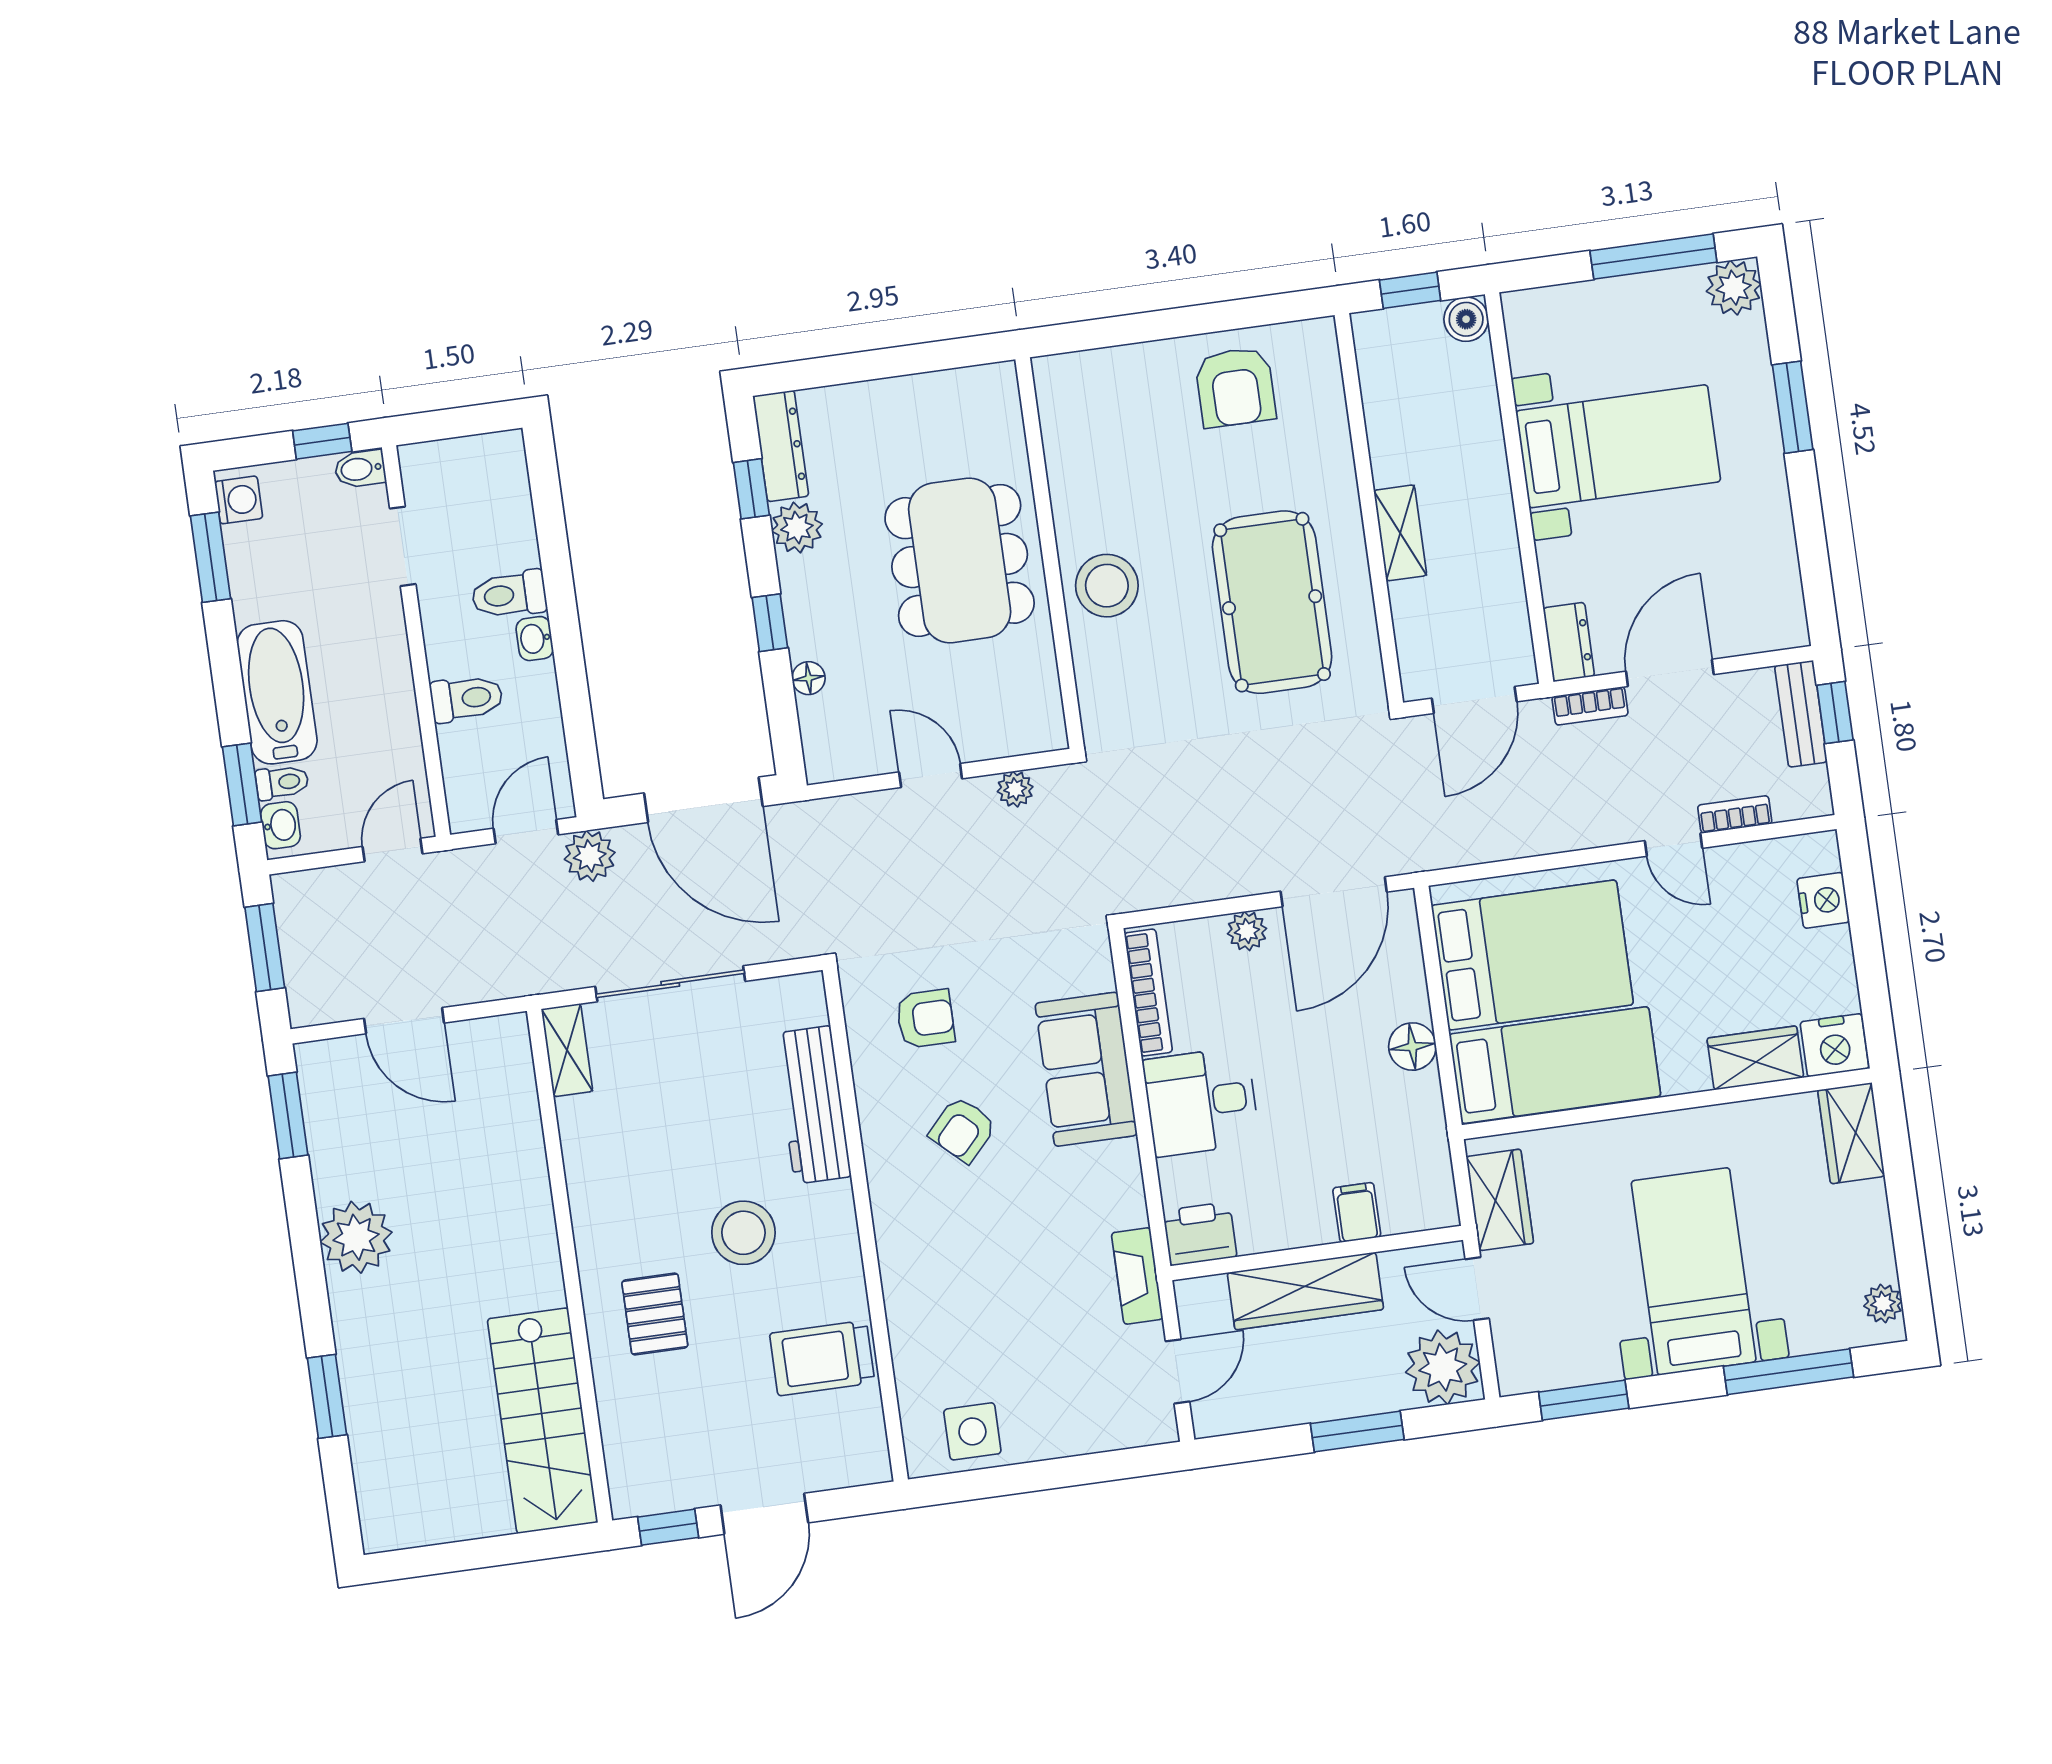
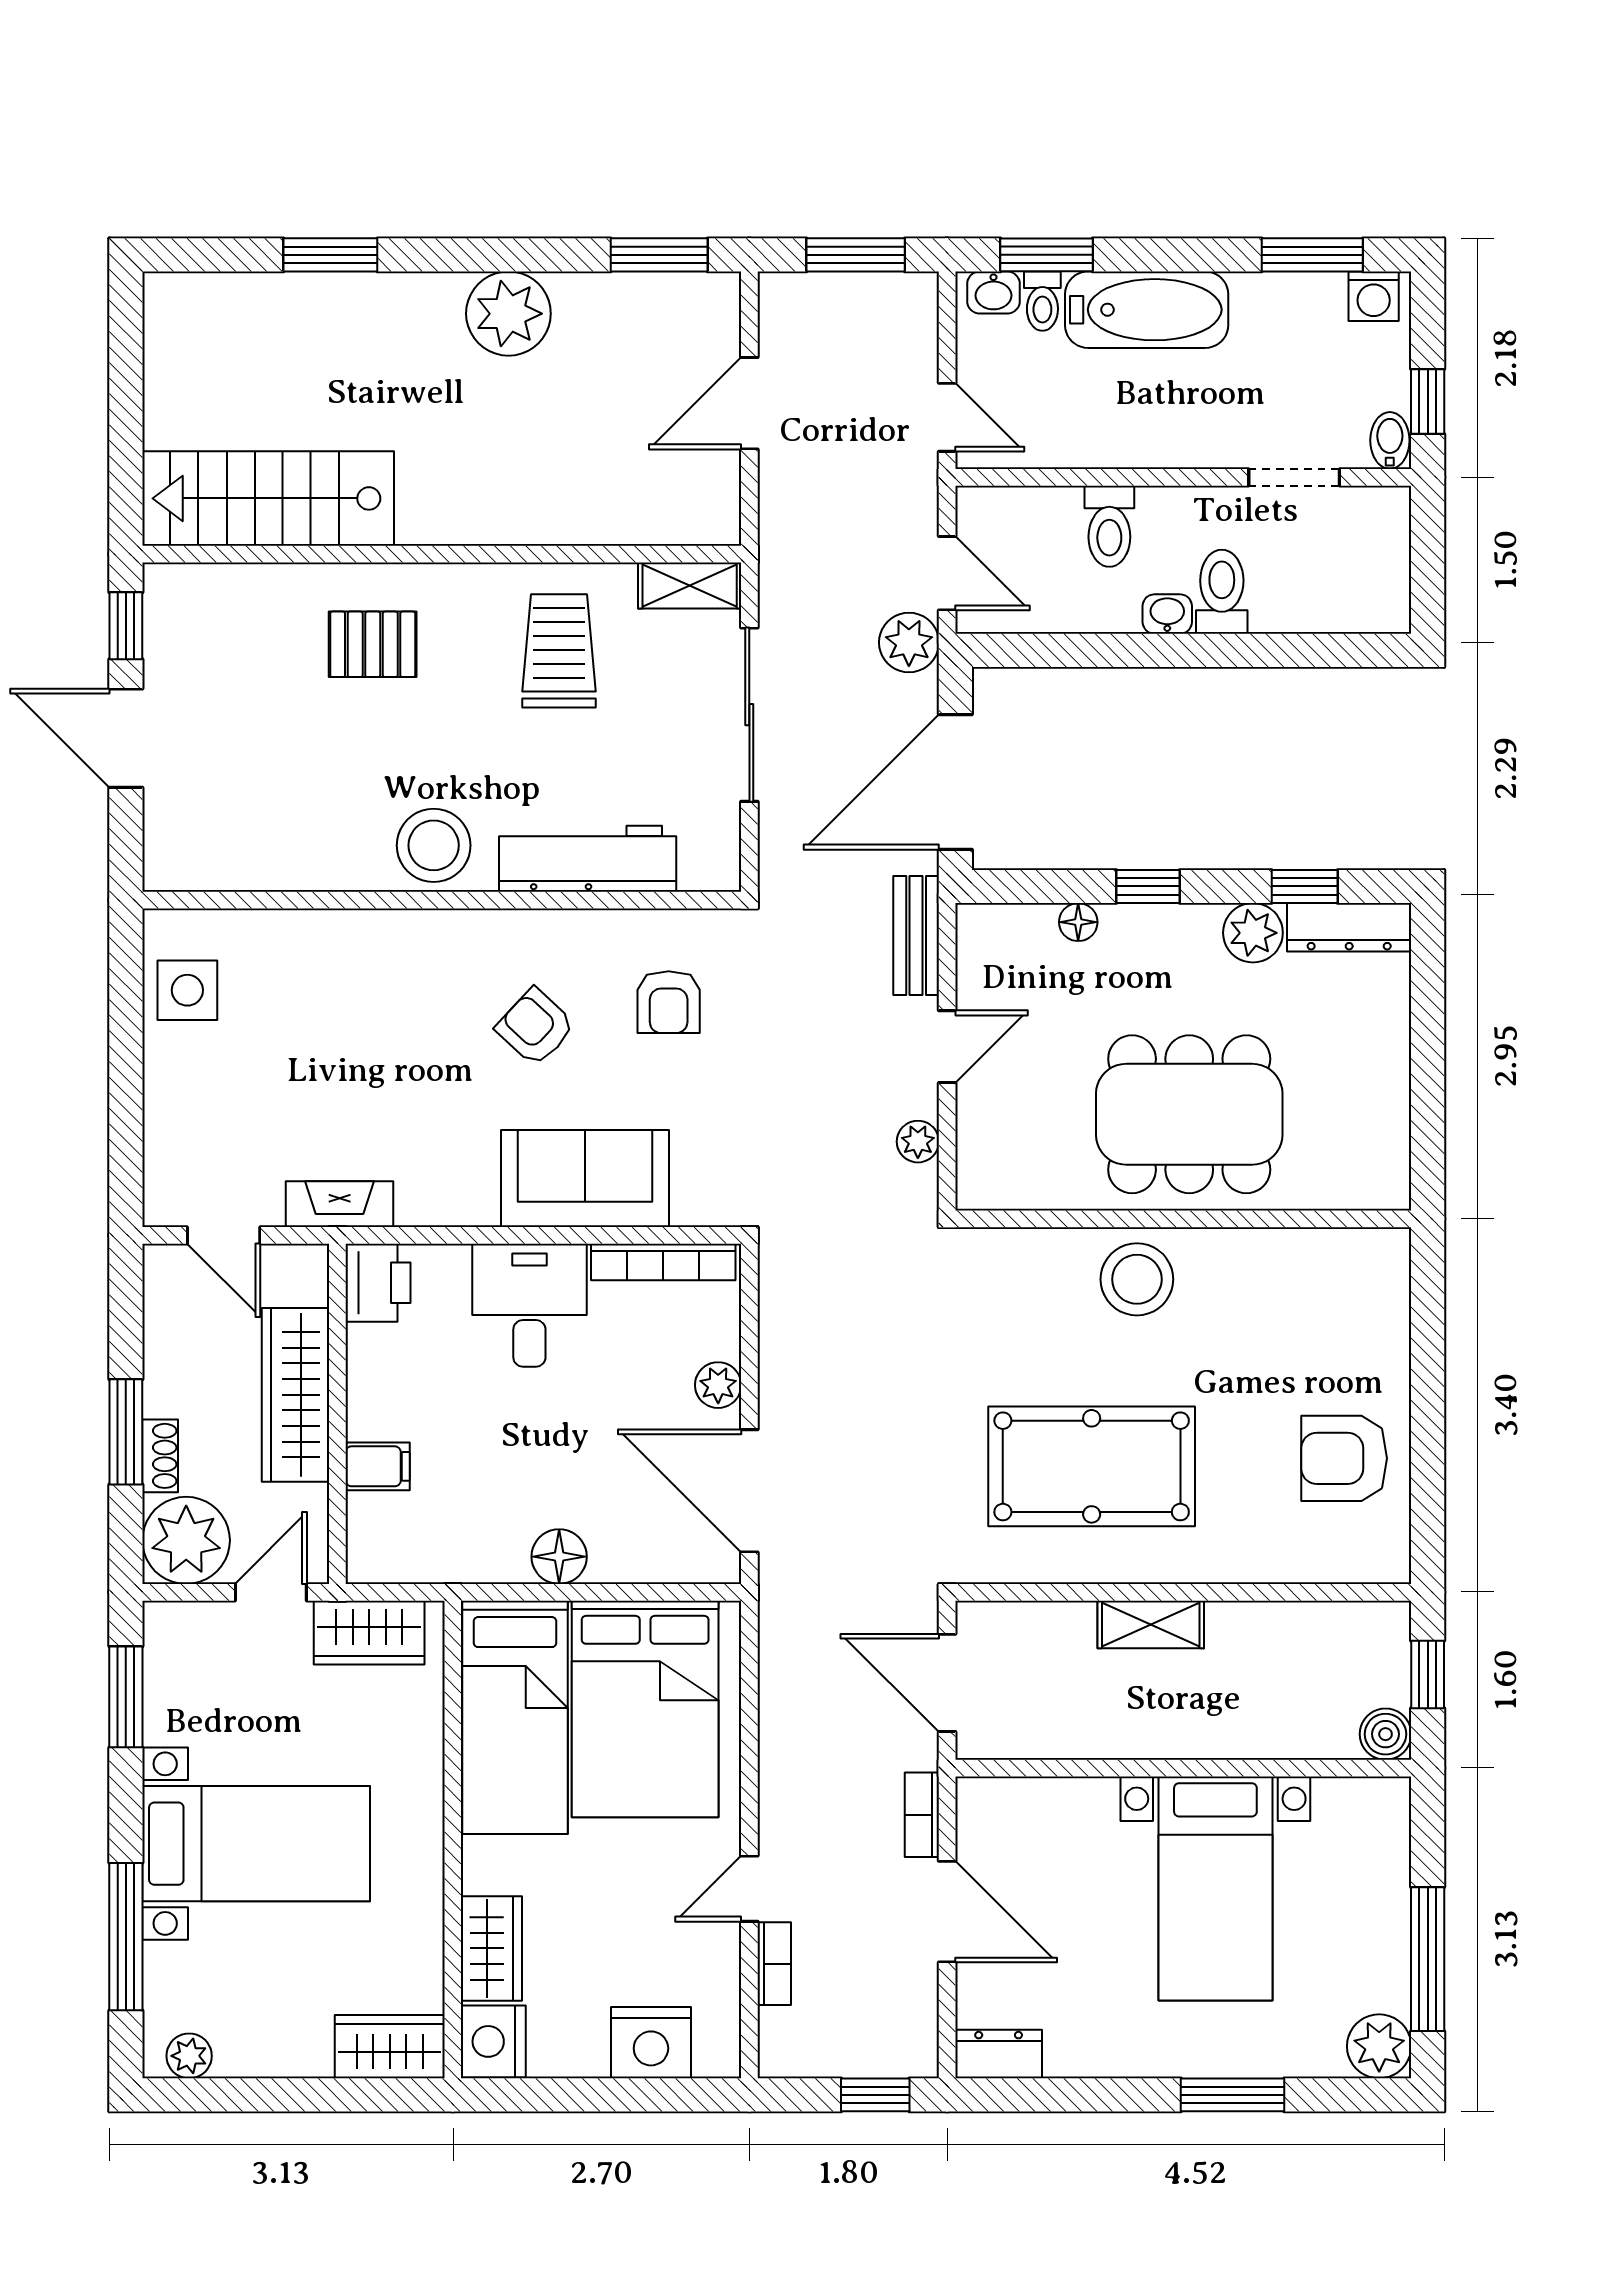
dresser: (1569, 642) -> (999, 2054), moved, turned 180
bench: (1801, 714) -> (916, 936), moved, turned 90
nightstand: (1823, 900) -> (651, 2043), width x1.36, depth x1.33
stool: (743, 1233) -> (434, 845), moved
trolley: (822, 1358) -> (559, 651), moved
shoe rack: (1374, 1399) -> (160, 1456), added

